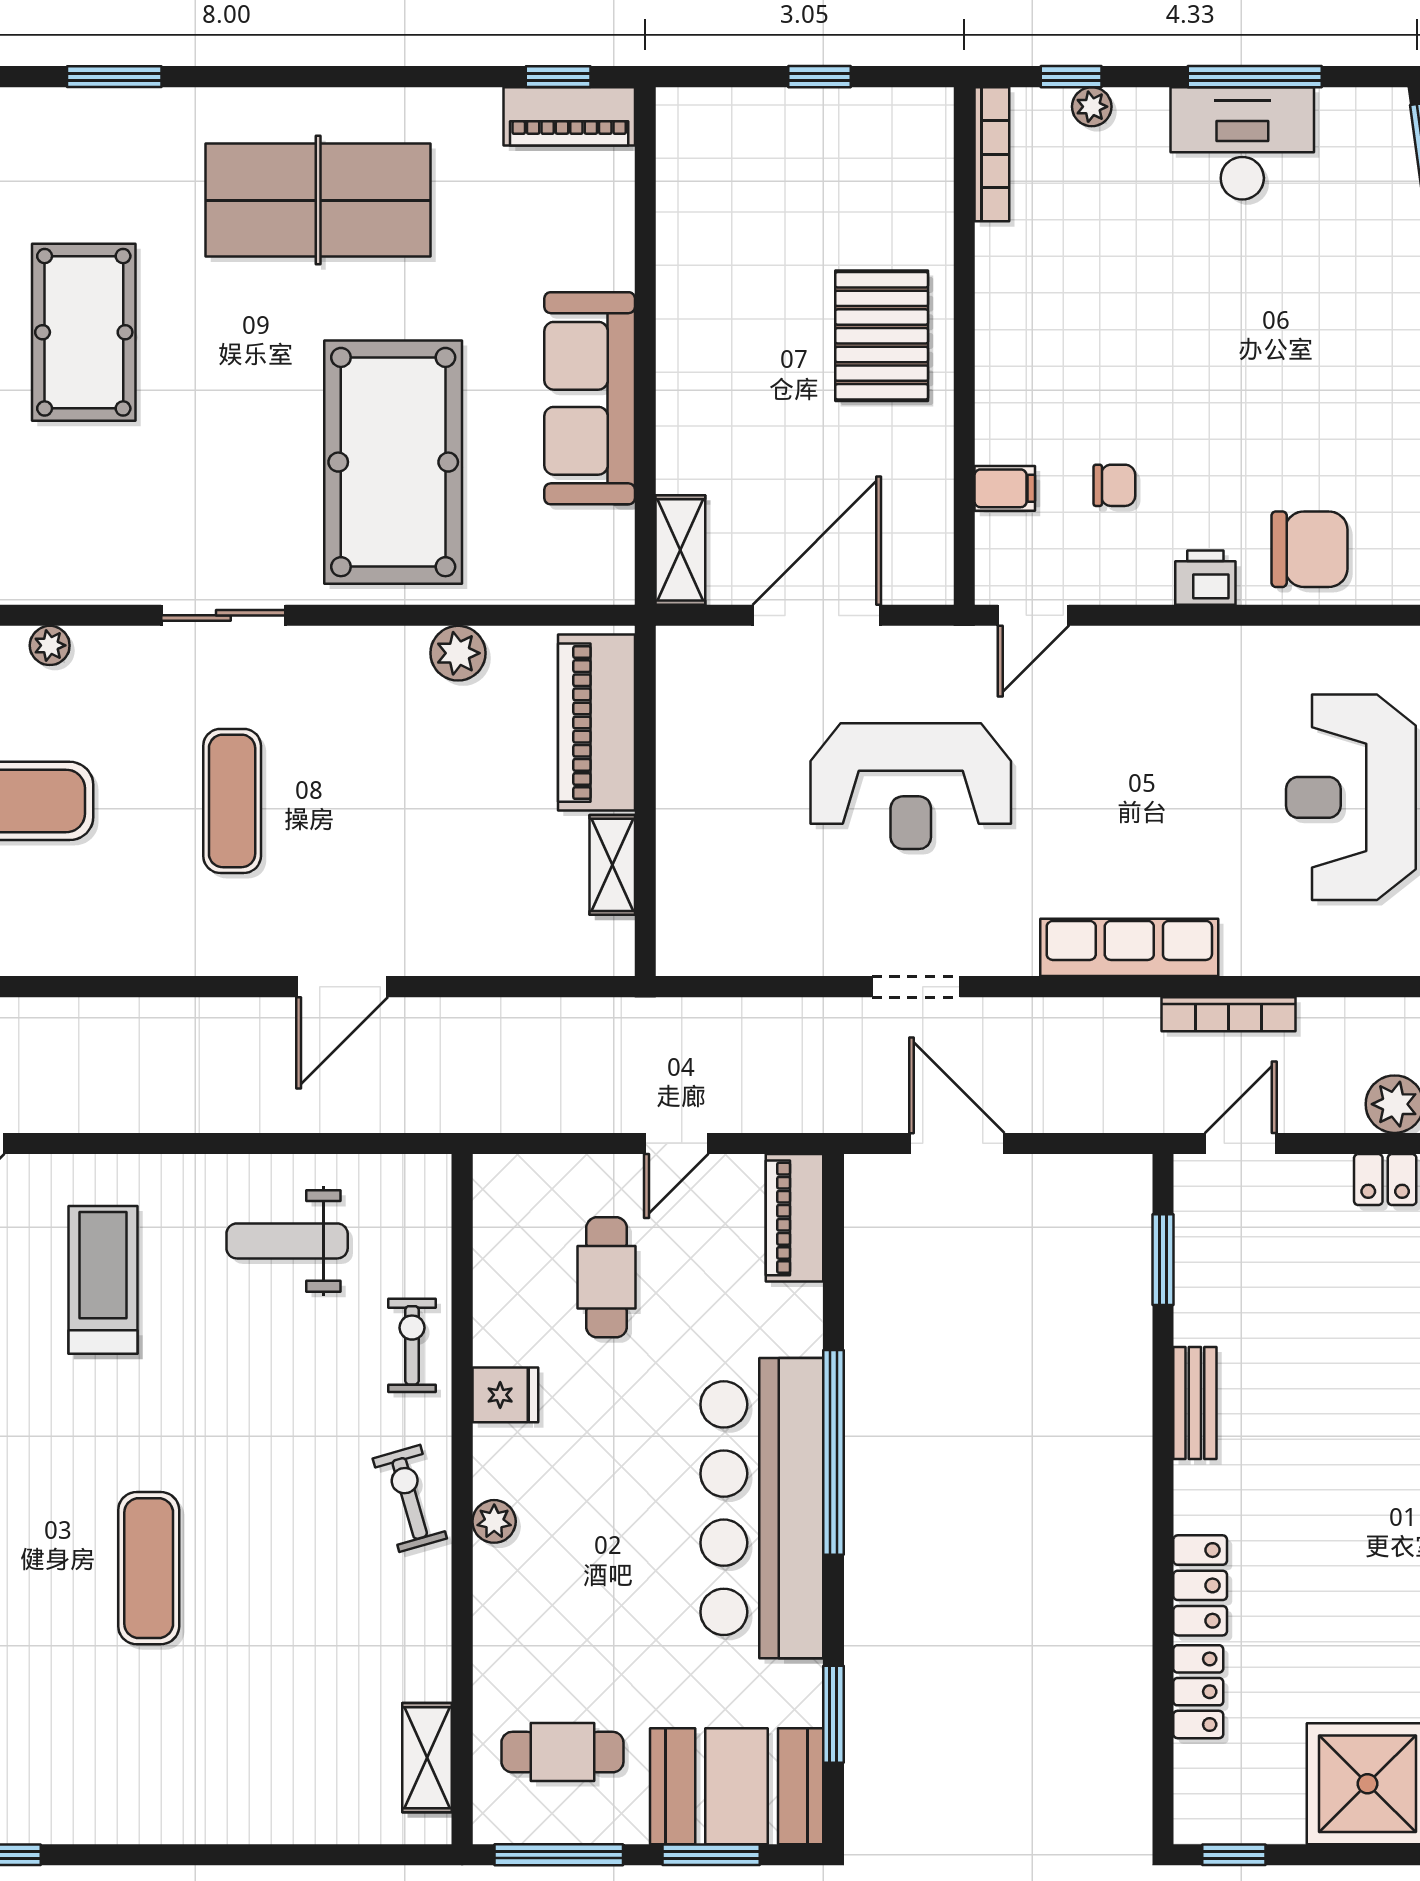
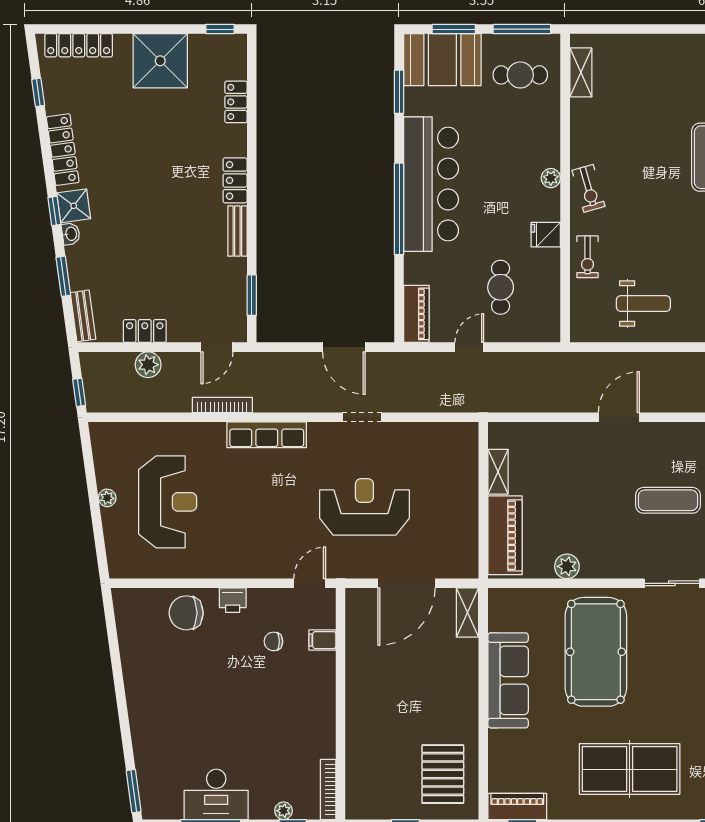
pallet: (882, 336) -> (443, 774), moved
exercise mat: (232, 801) -> (668, 500), turned 90
locker: (1200, 1585) -> (235, 180), moved

